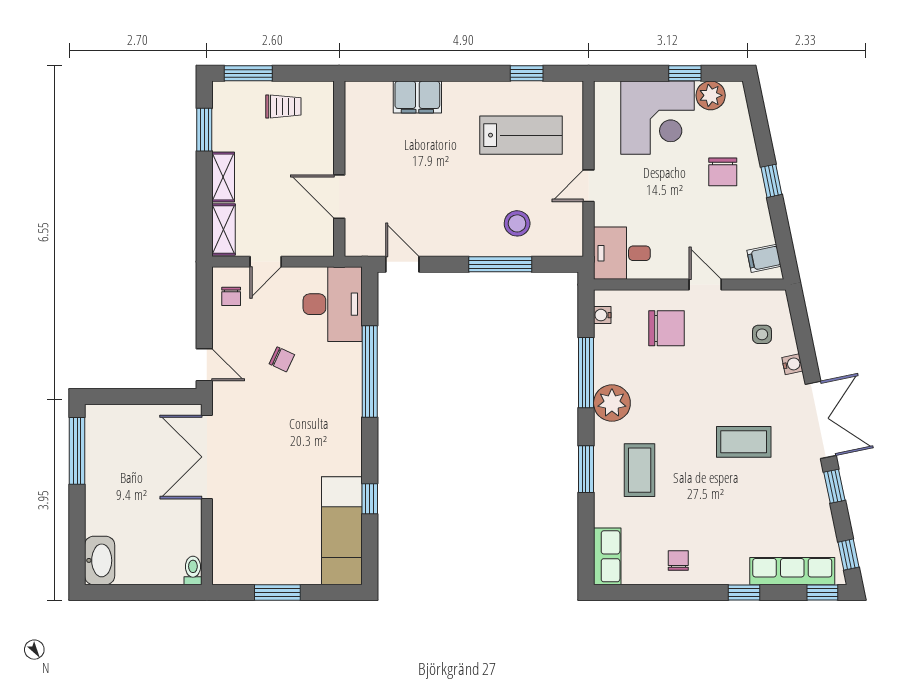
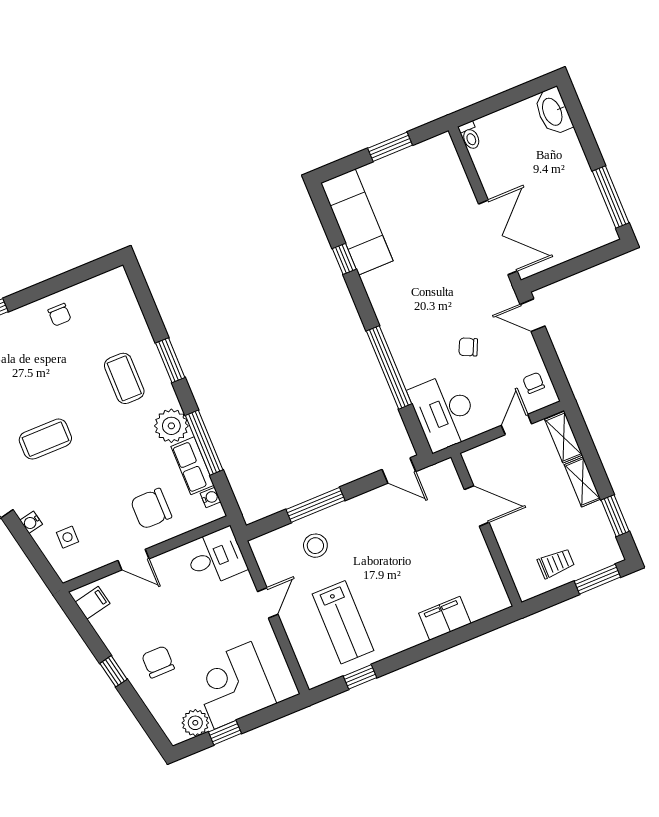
trolley: (283, 106) -> (556, 563), turned 180
lab bench: (521, 135) -> (343, 622), turned -90
row of seats: (607, 556) -> (193, 466), moved

